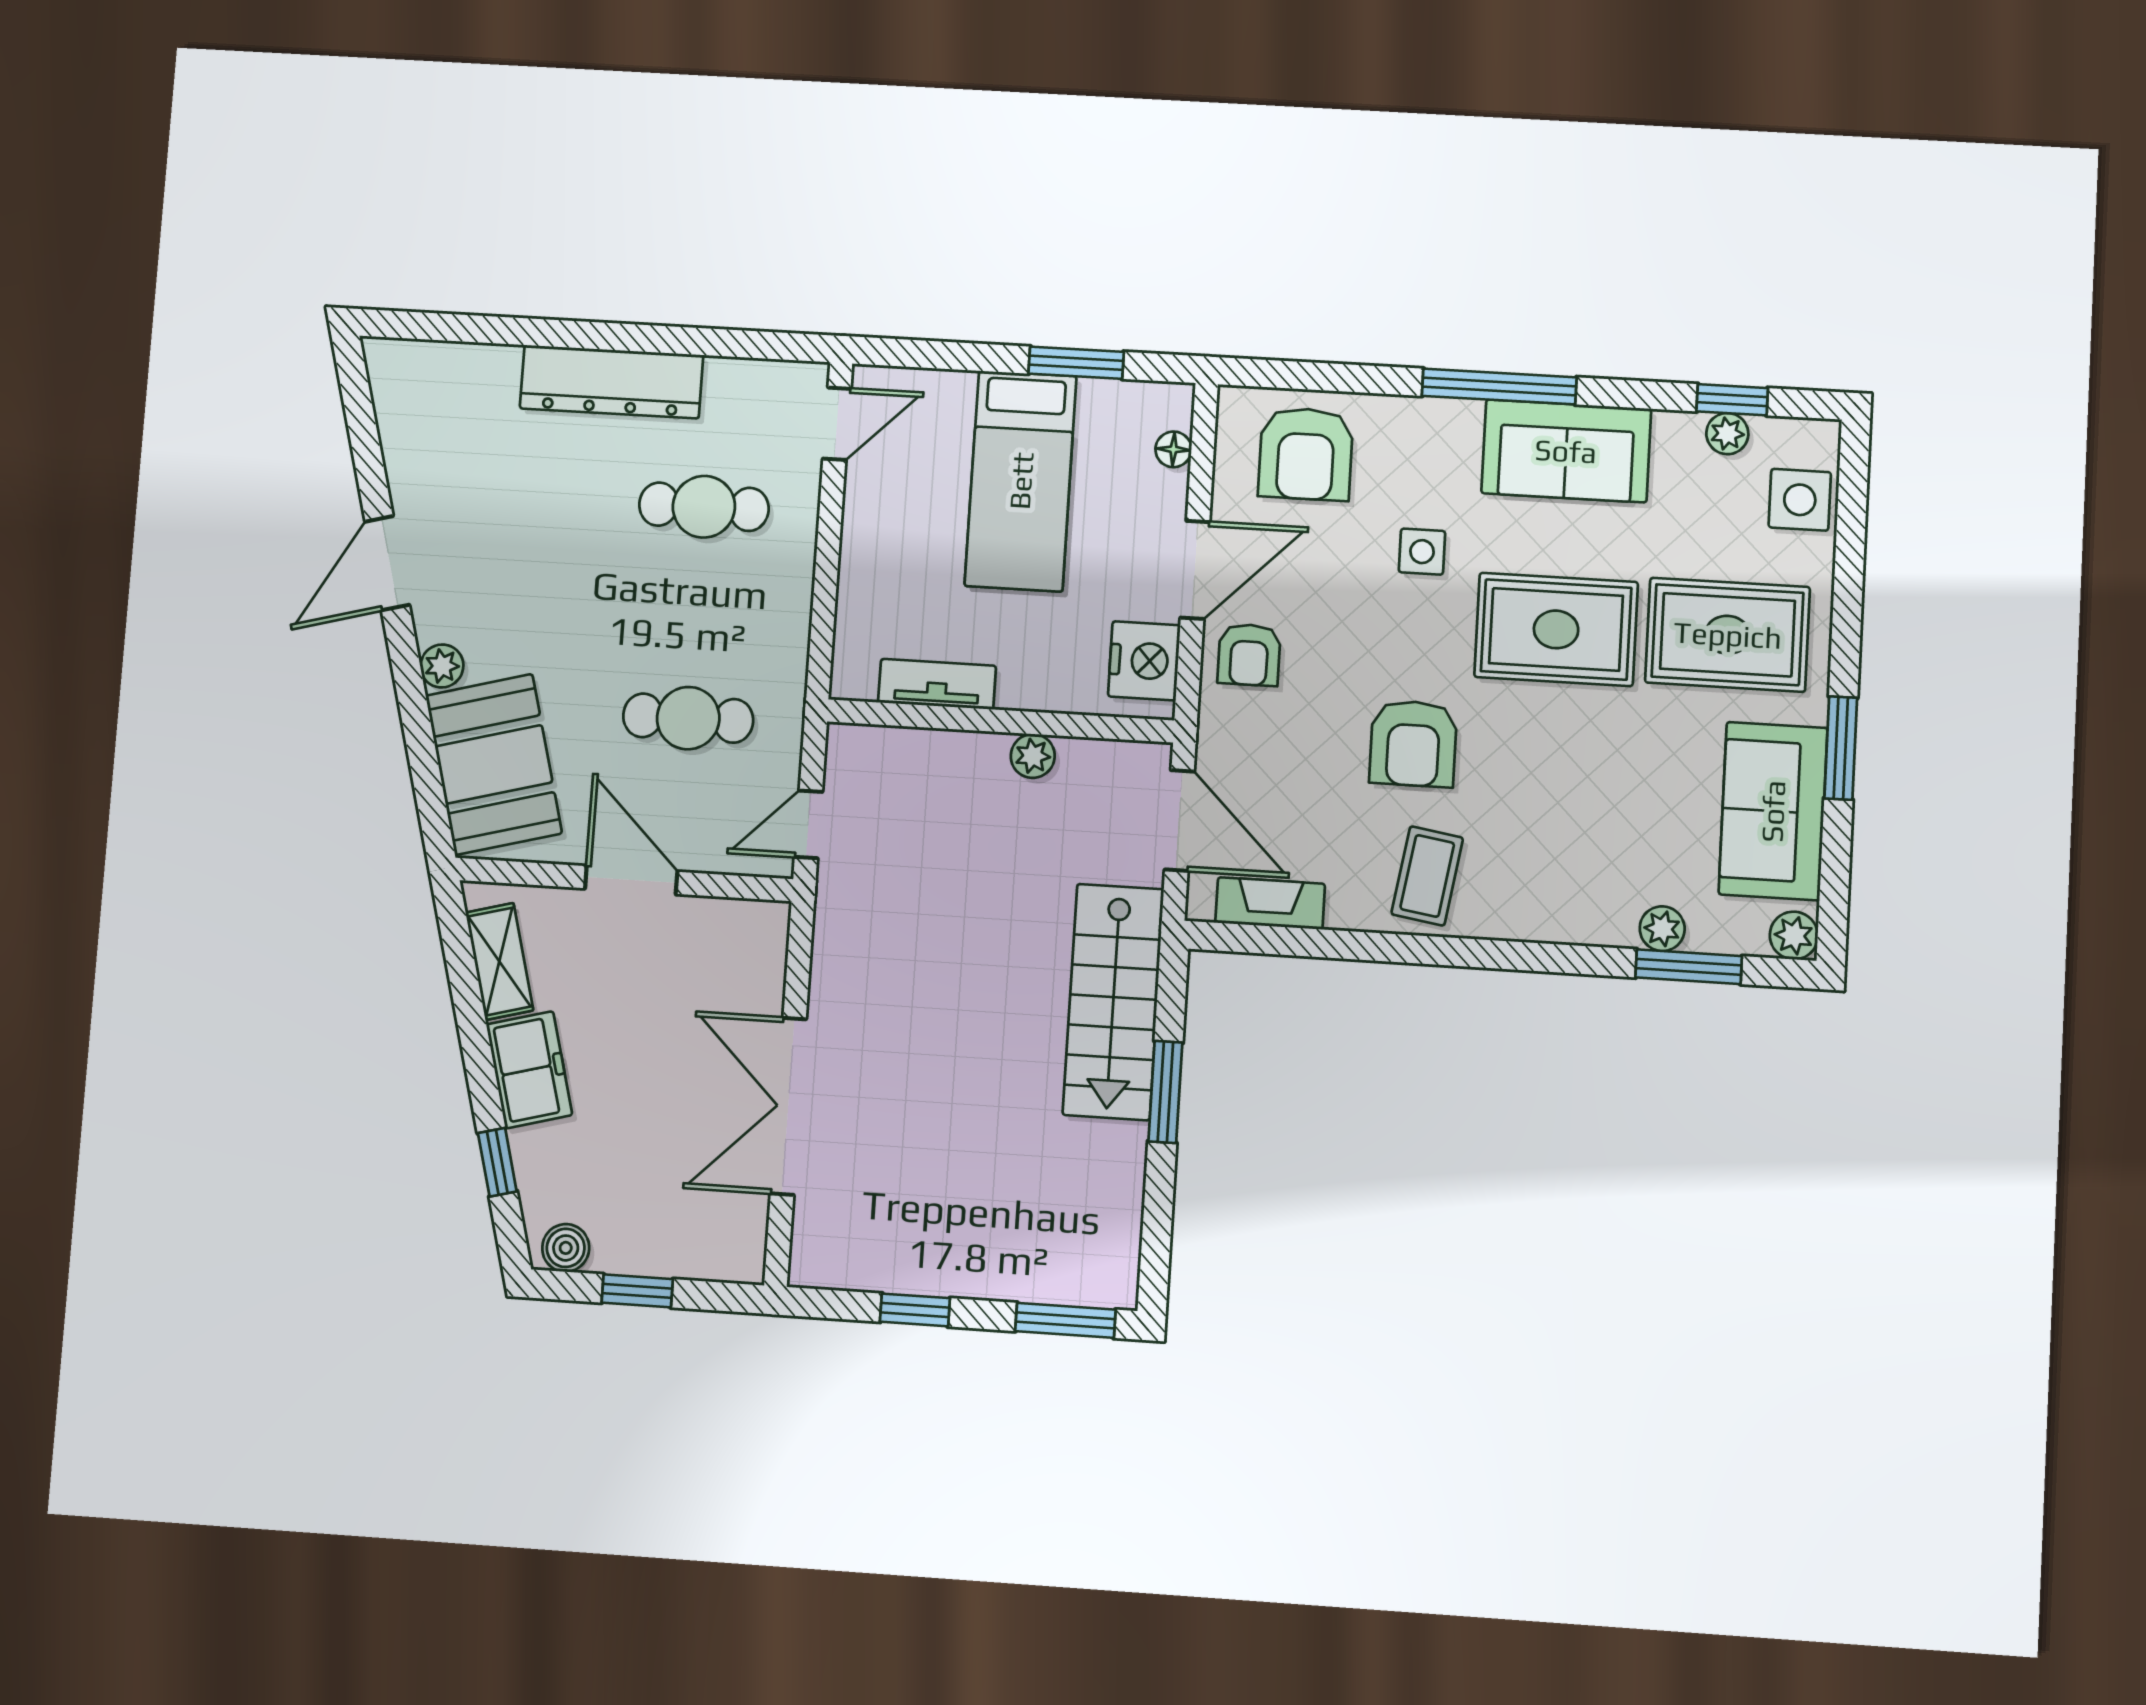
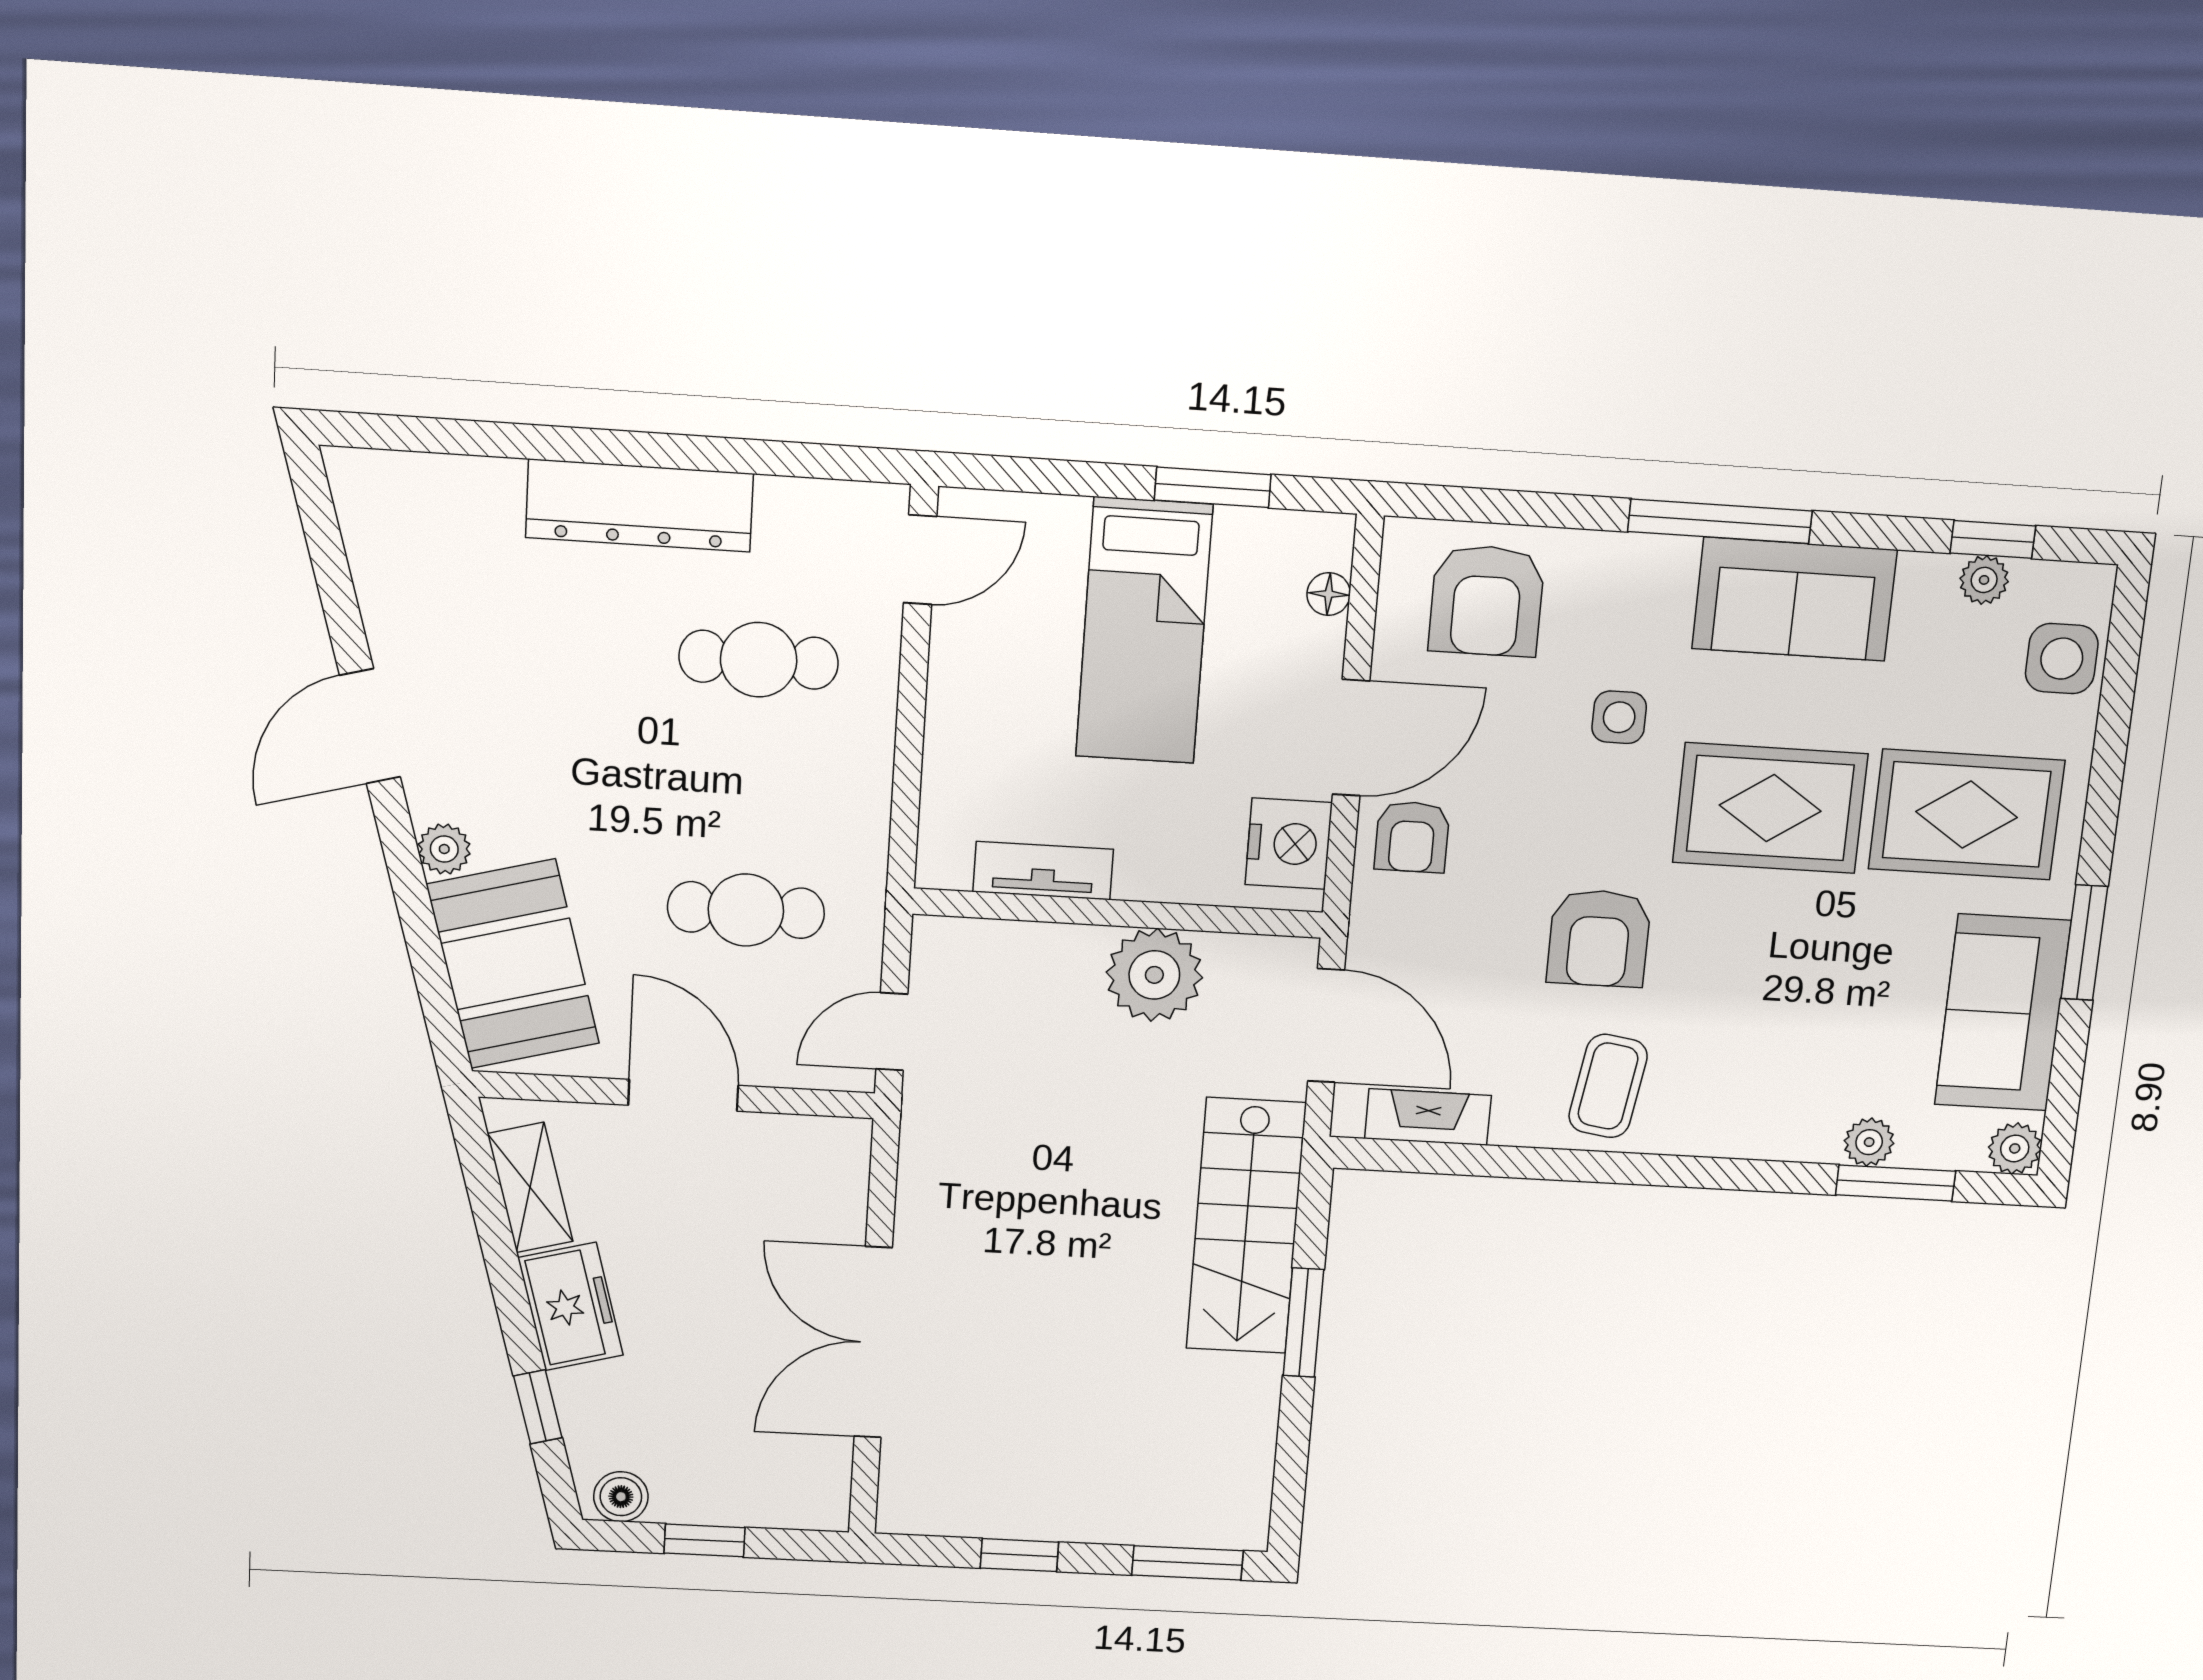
plant: (1033, 756) -> (1154, 975), width x1.87, depth x1.87

